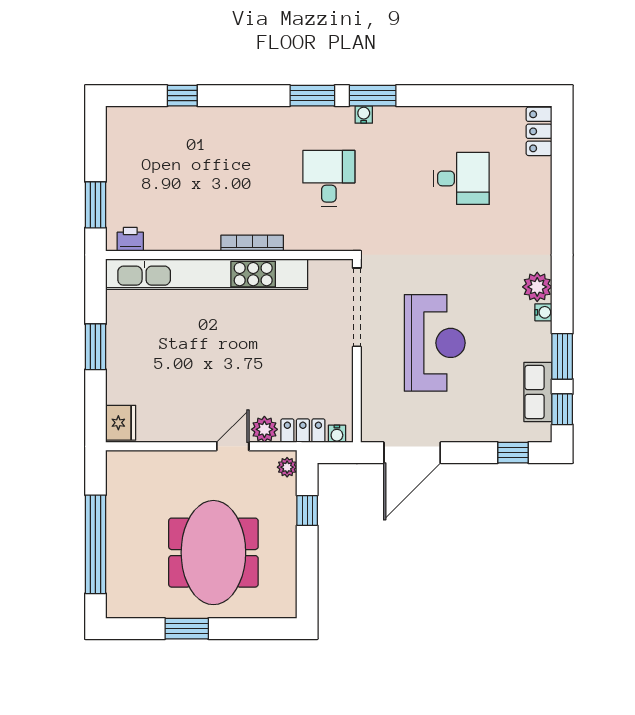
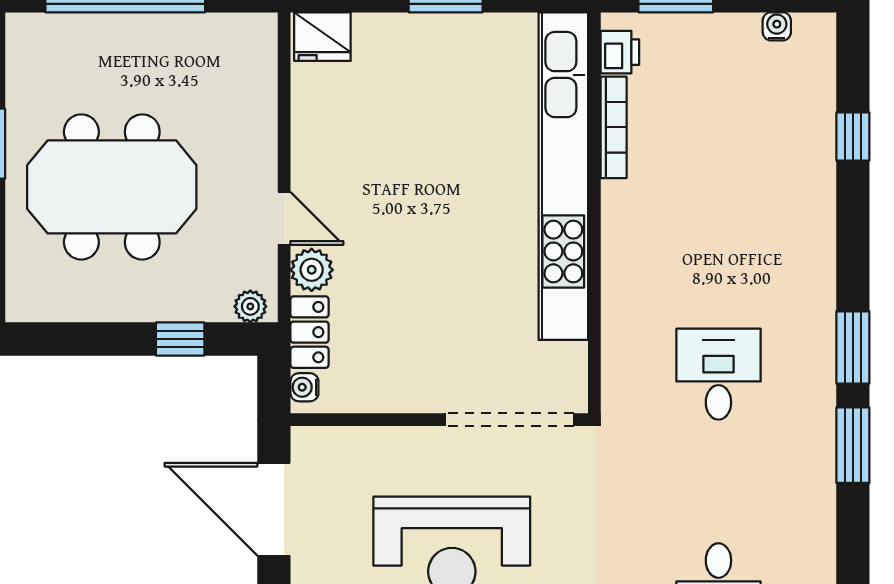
water cooler: (364, 114) -> (777, 26), moved, turned -90
desk: (329, 178) -> (718, 374), turned -90
bookcase: (252, 243) -> (614, 127), moved

